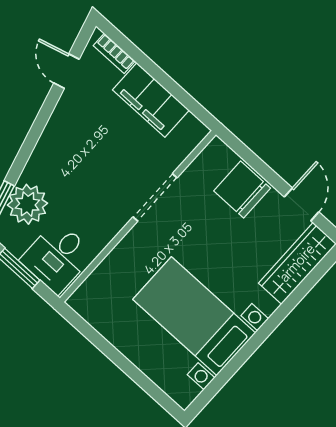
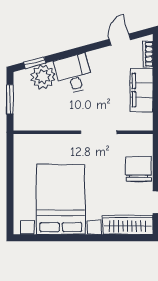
desk: (57, 257) -> (74, 74), moved, turned 75
bed with nightstands: (194, 316) -> (61, 199), width x1.36

